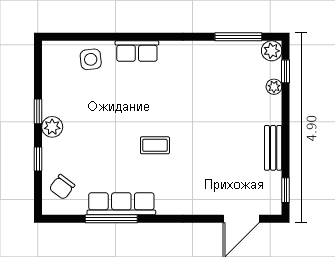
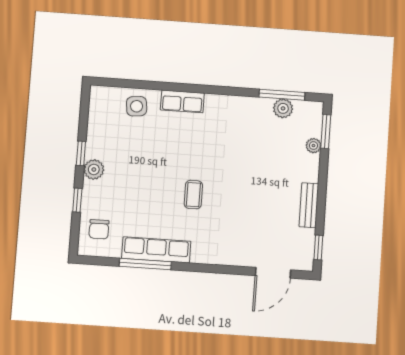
plant: (272, 51) -> (283, 108), moved
window: (286, 71) -> (326, 132), width x1.50
coffee table: (155, 145) -> (193, 195), turned 90
chair: (62, 187) -> (99, 229), turned -37

